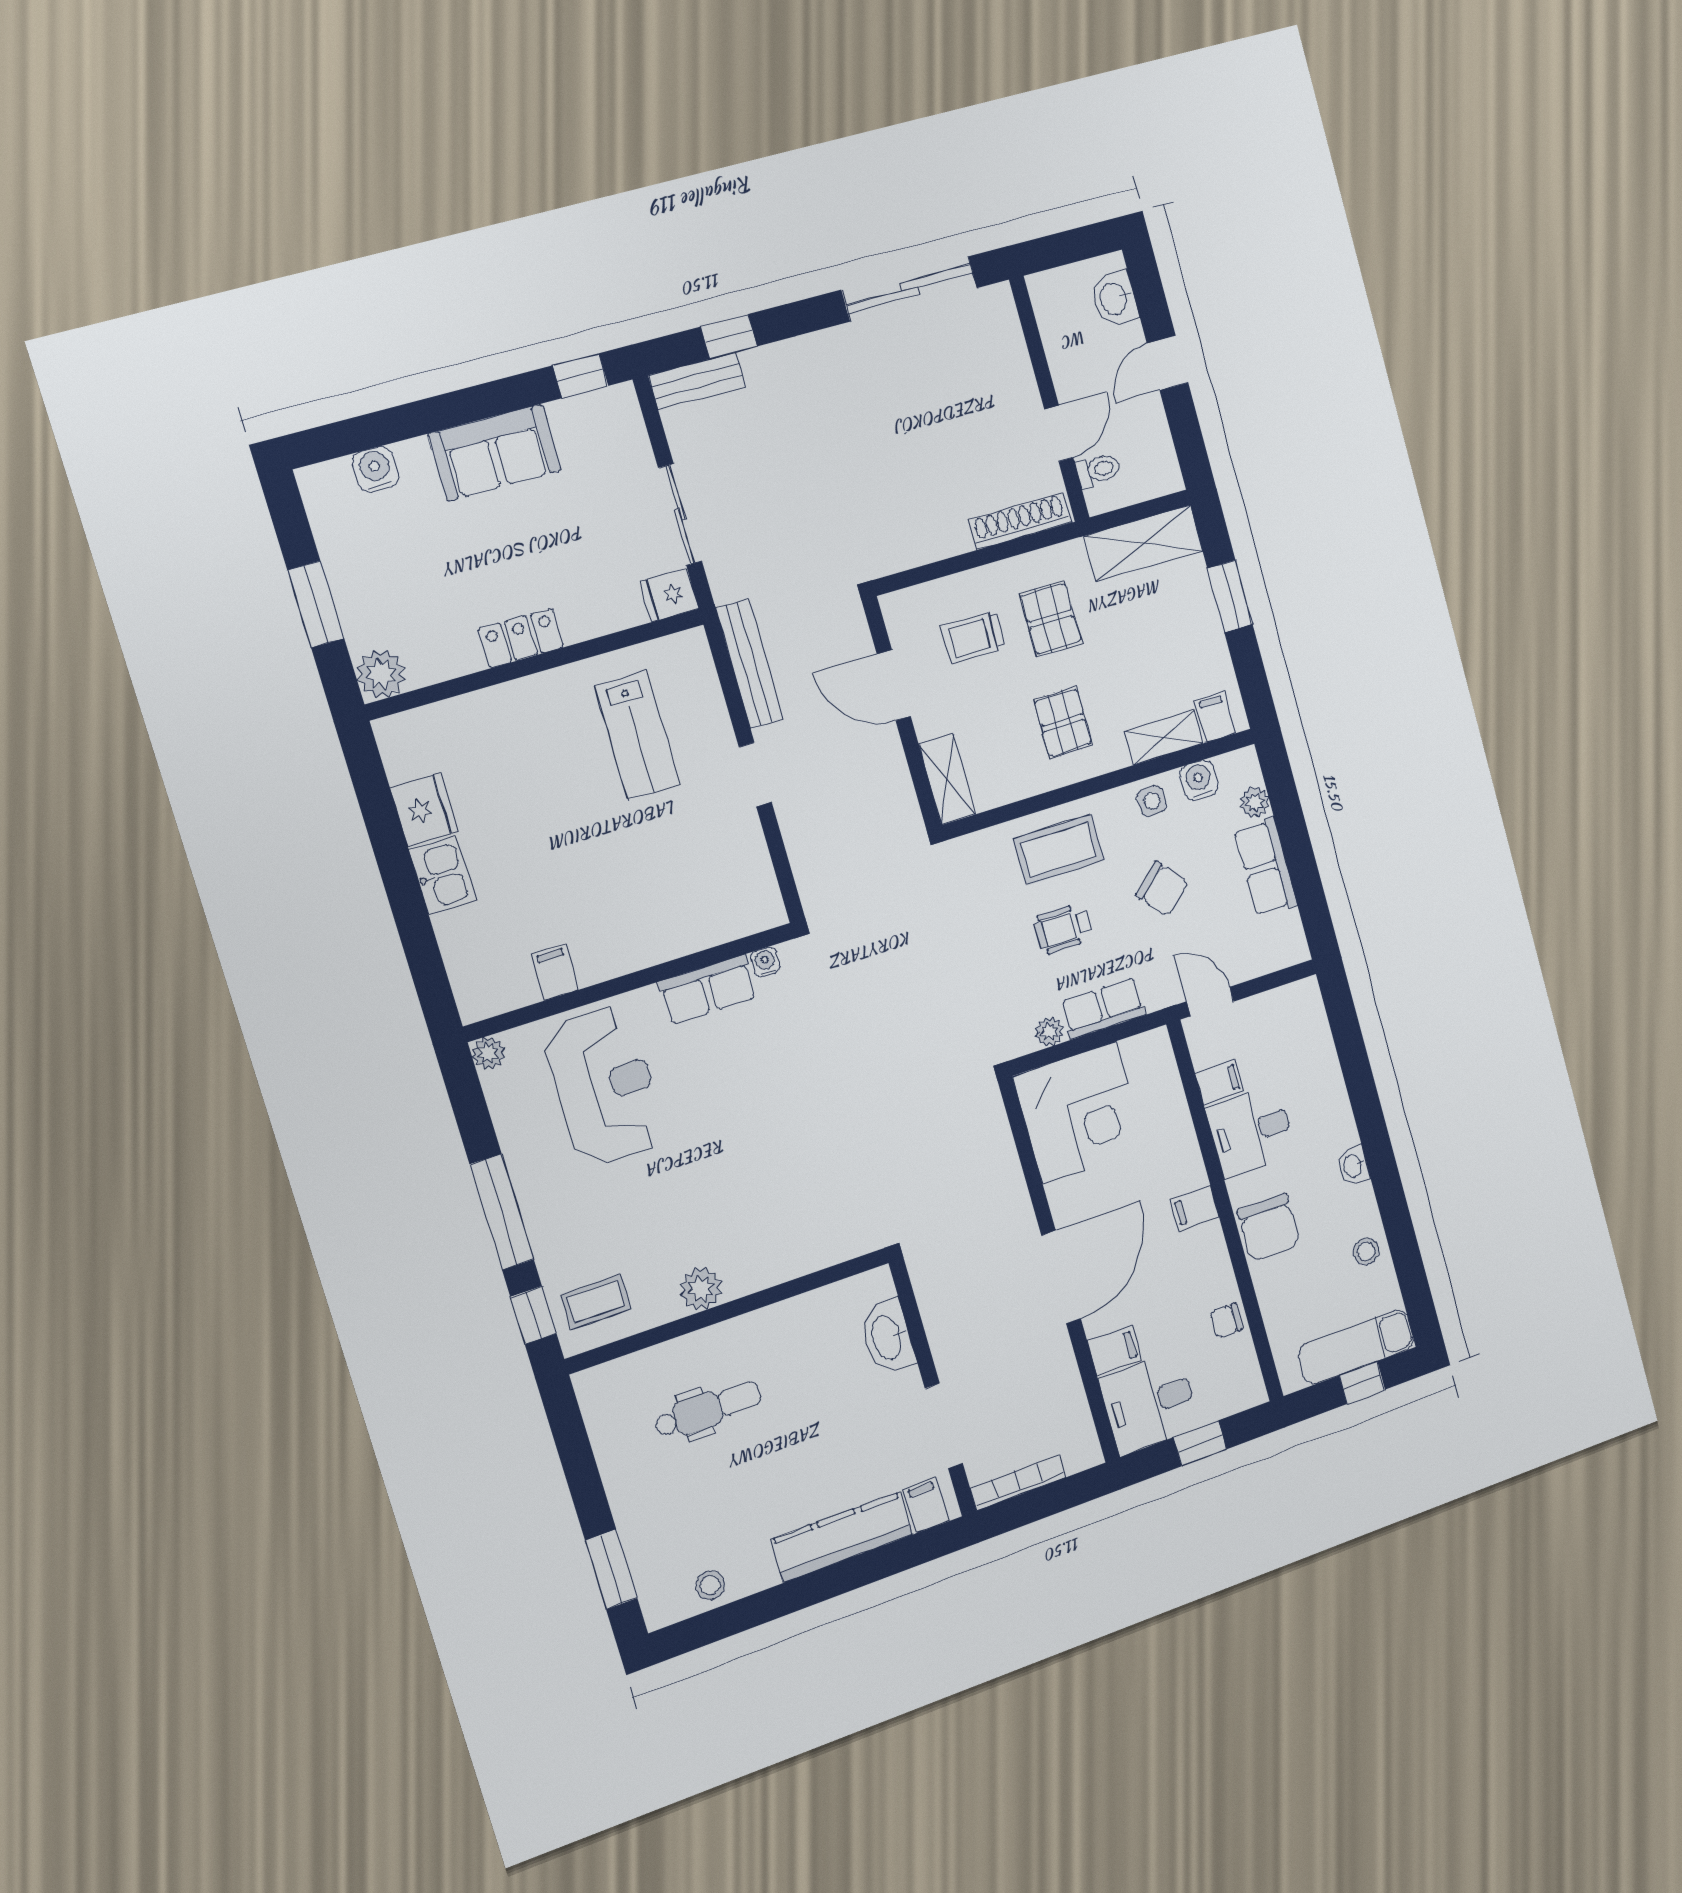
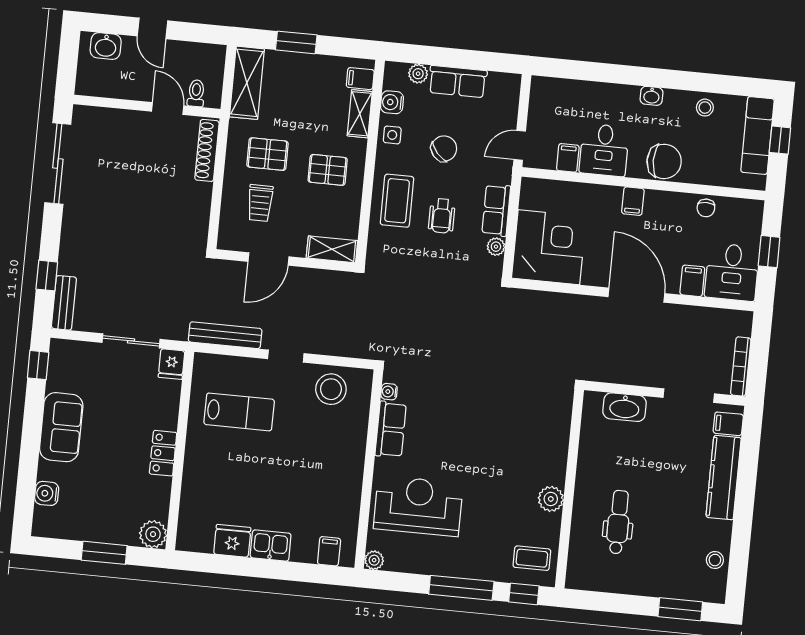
stool: (732, 868) -> (331, 389), added
filing cabinet: (555, 972) -> (329, 551), moved, turned 90
coffee table: (596, 1302) -> (532, 558), turned 90

